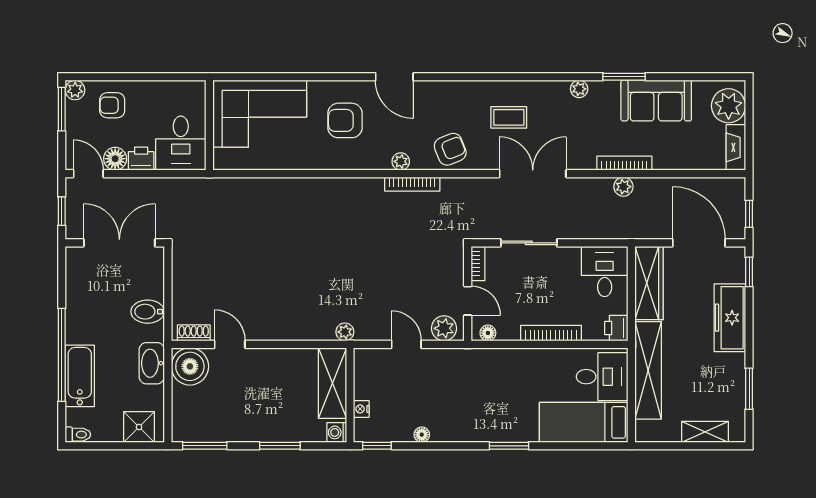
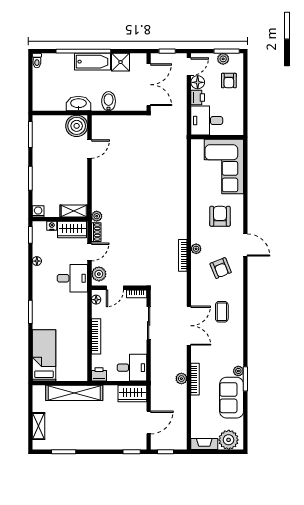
door: (394, 77) -> (245, 245), swing flipped
plant: (579, 89) -> (238, 371), moved
plant: (75, 90) -> (223, 59), moved
armchair: (112, 105) -> (229, 81), turned 180
armchair: (450, 149) -> (221, 268), moved
door: (699, 243) -> (149, 423), width x0.73
wardrobe: (649, 283) -> (132, 393), width x0.67
freezer: (730, 318) -> (105, 441), removed
shoe rack: (194, 333) -> (96, 232), moved
wardrobe: (368, 374) -> (72, 230), added
bathtub: (80, 376) -> (92, 62), moved
desk: (602, 377) -> (72, 278), moved, turned -90
shelving: (332, 383) -> (74, 211), width x0.67, depth x0.75
shower: (139, 427) -> (120, 62), moved

